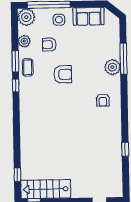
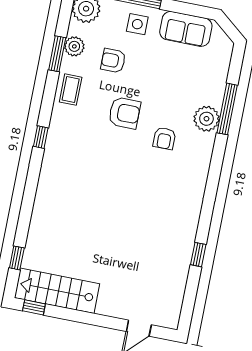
window: (15, 61) -> (57, 54), moved
window: (16, 86) -> (41, 137), moved
armchair: (103, 100) -> (164, 138), moved

